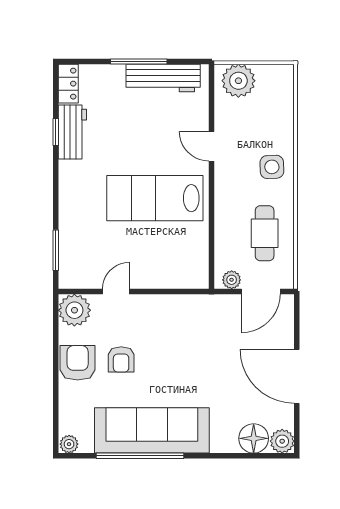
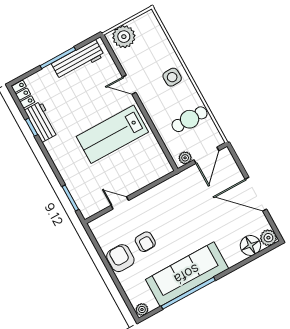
cafe table: (265, 233) -> (190, 119), turned 90
door: (116, 292) -> (120, 203), hinge flipped
plant: (74, 310) -> (101, 228), removed

